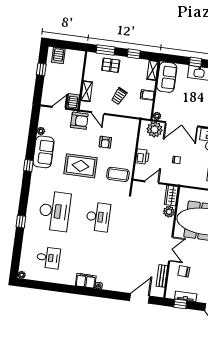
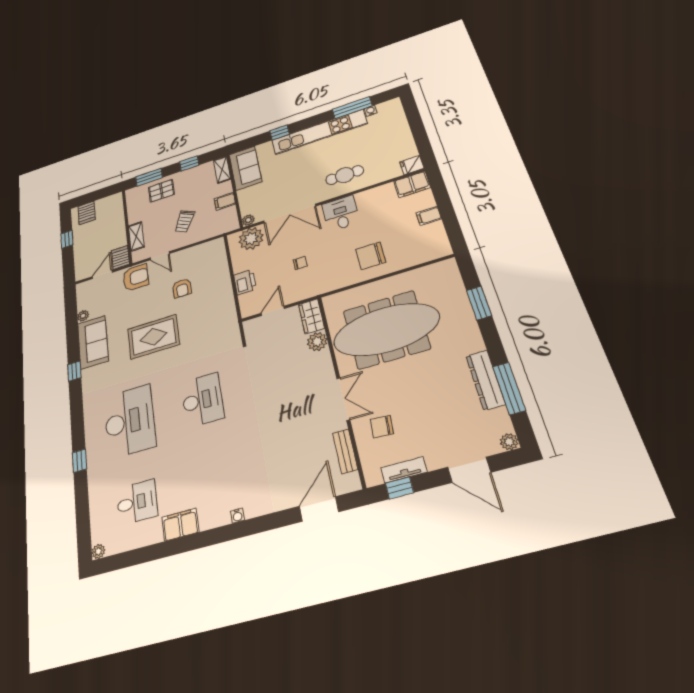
coffee table: (118, 174) -> (215, 323), removed
filing cabinet: (86, 281) -> (180, 525), moved

